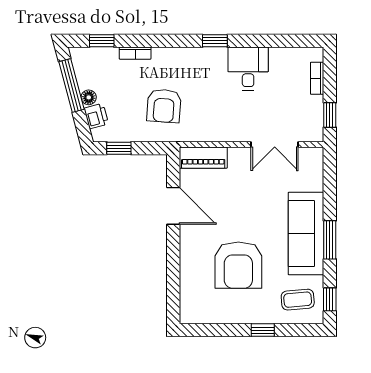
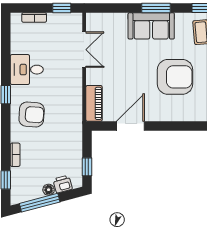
armchair: (164, 106) -> (32, 114), moved
sofa: (306, 233) -> (151, 26), width x0.73

